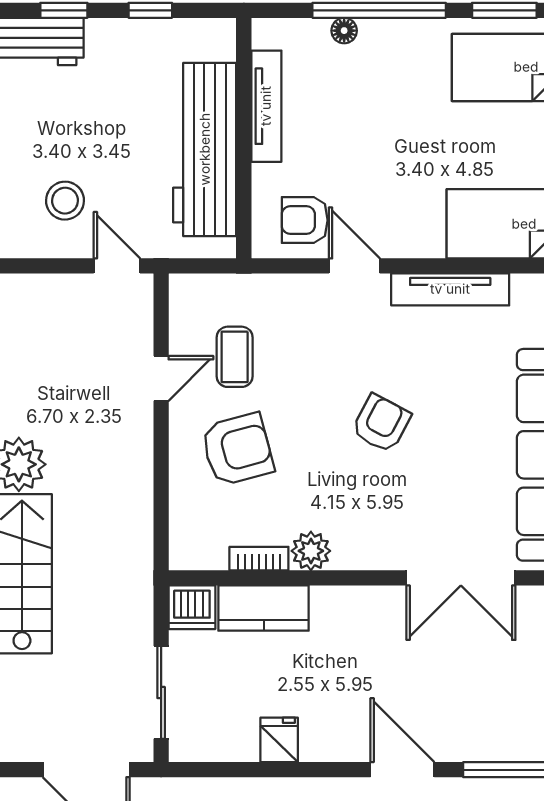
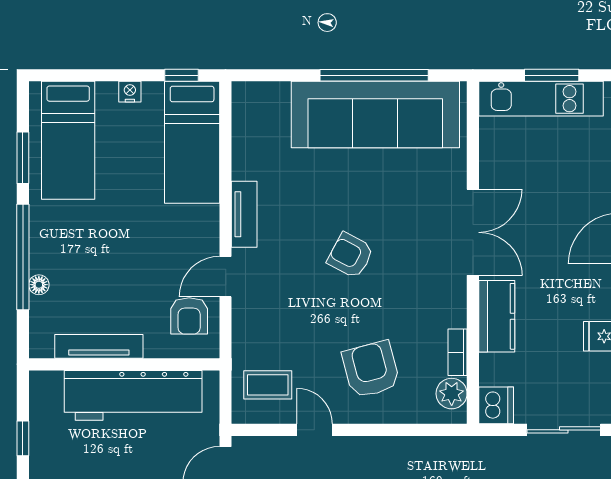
tv unit: (450, 289) -> (244, 214), width x0.71
coffee table: (235, 357) -> (268, 385), moved
plant: (311, 551) -> (452, 394), moved
double door: (461, 578) -> (473, 232), moved
kitchen counter: (264, 608) -> (497, 316), moved

